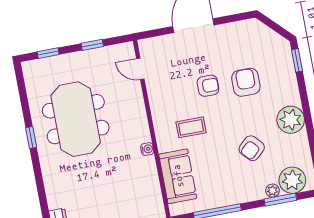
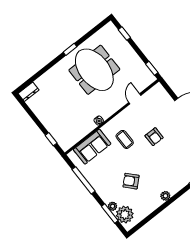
window: (92, 45) -> (152, 68), moved
door: (140, 69) -> (135, 99), moved
armchair: (246, 82) -> (168, 158), removed
meeting table: (76, 119) -> (94, 70), turned 90
plant: (291, 120) -> (165, 196), width x0.53, depth x0.53

